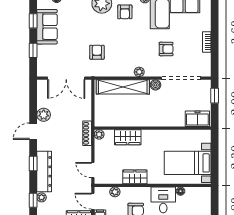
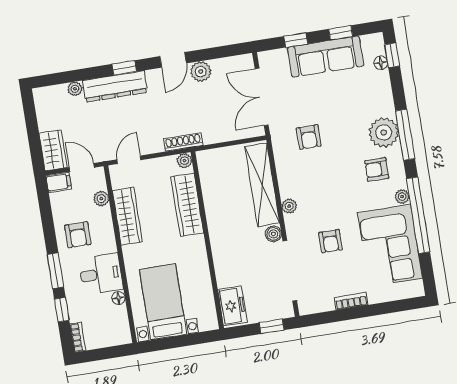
sofa: (47, 27) -> (326, 57), width x1.36
armchair: (97, 52) -> (309, 137), turned 90
door: (33, 131) -> (173, 60), swing flipped
wardrobe: (128, 137) -> (187, 205), width x1.50
wardrobe: (135, 177) -> (127, 216), width x1.50
window: (33, 200) -> (68, 77), removed
door: (93, 201) -> (82, 167), hinge flipped

